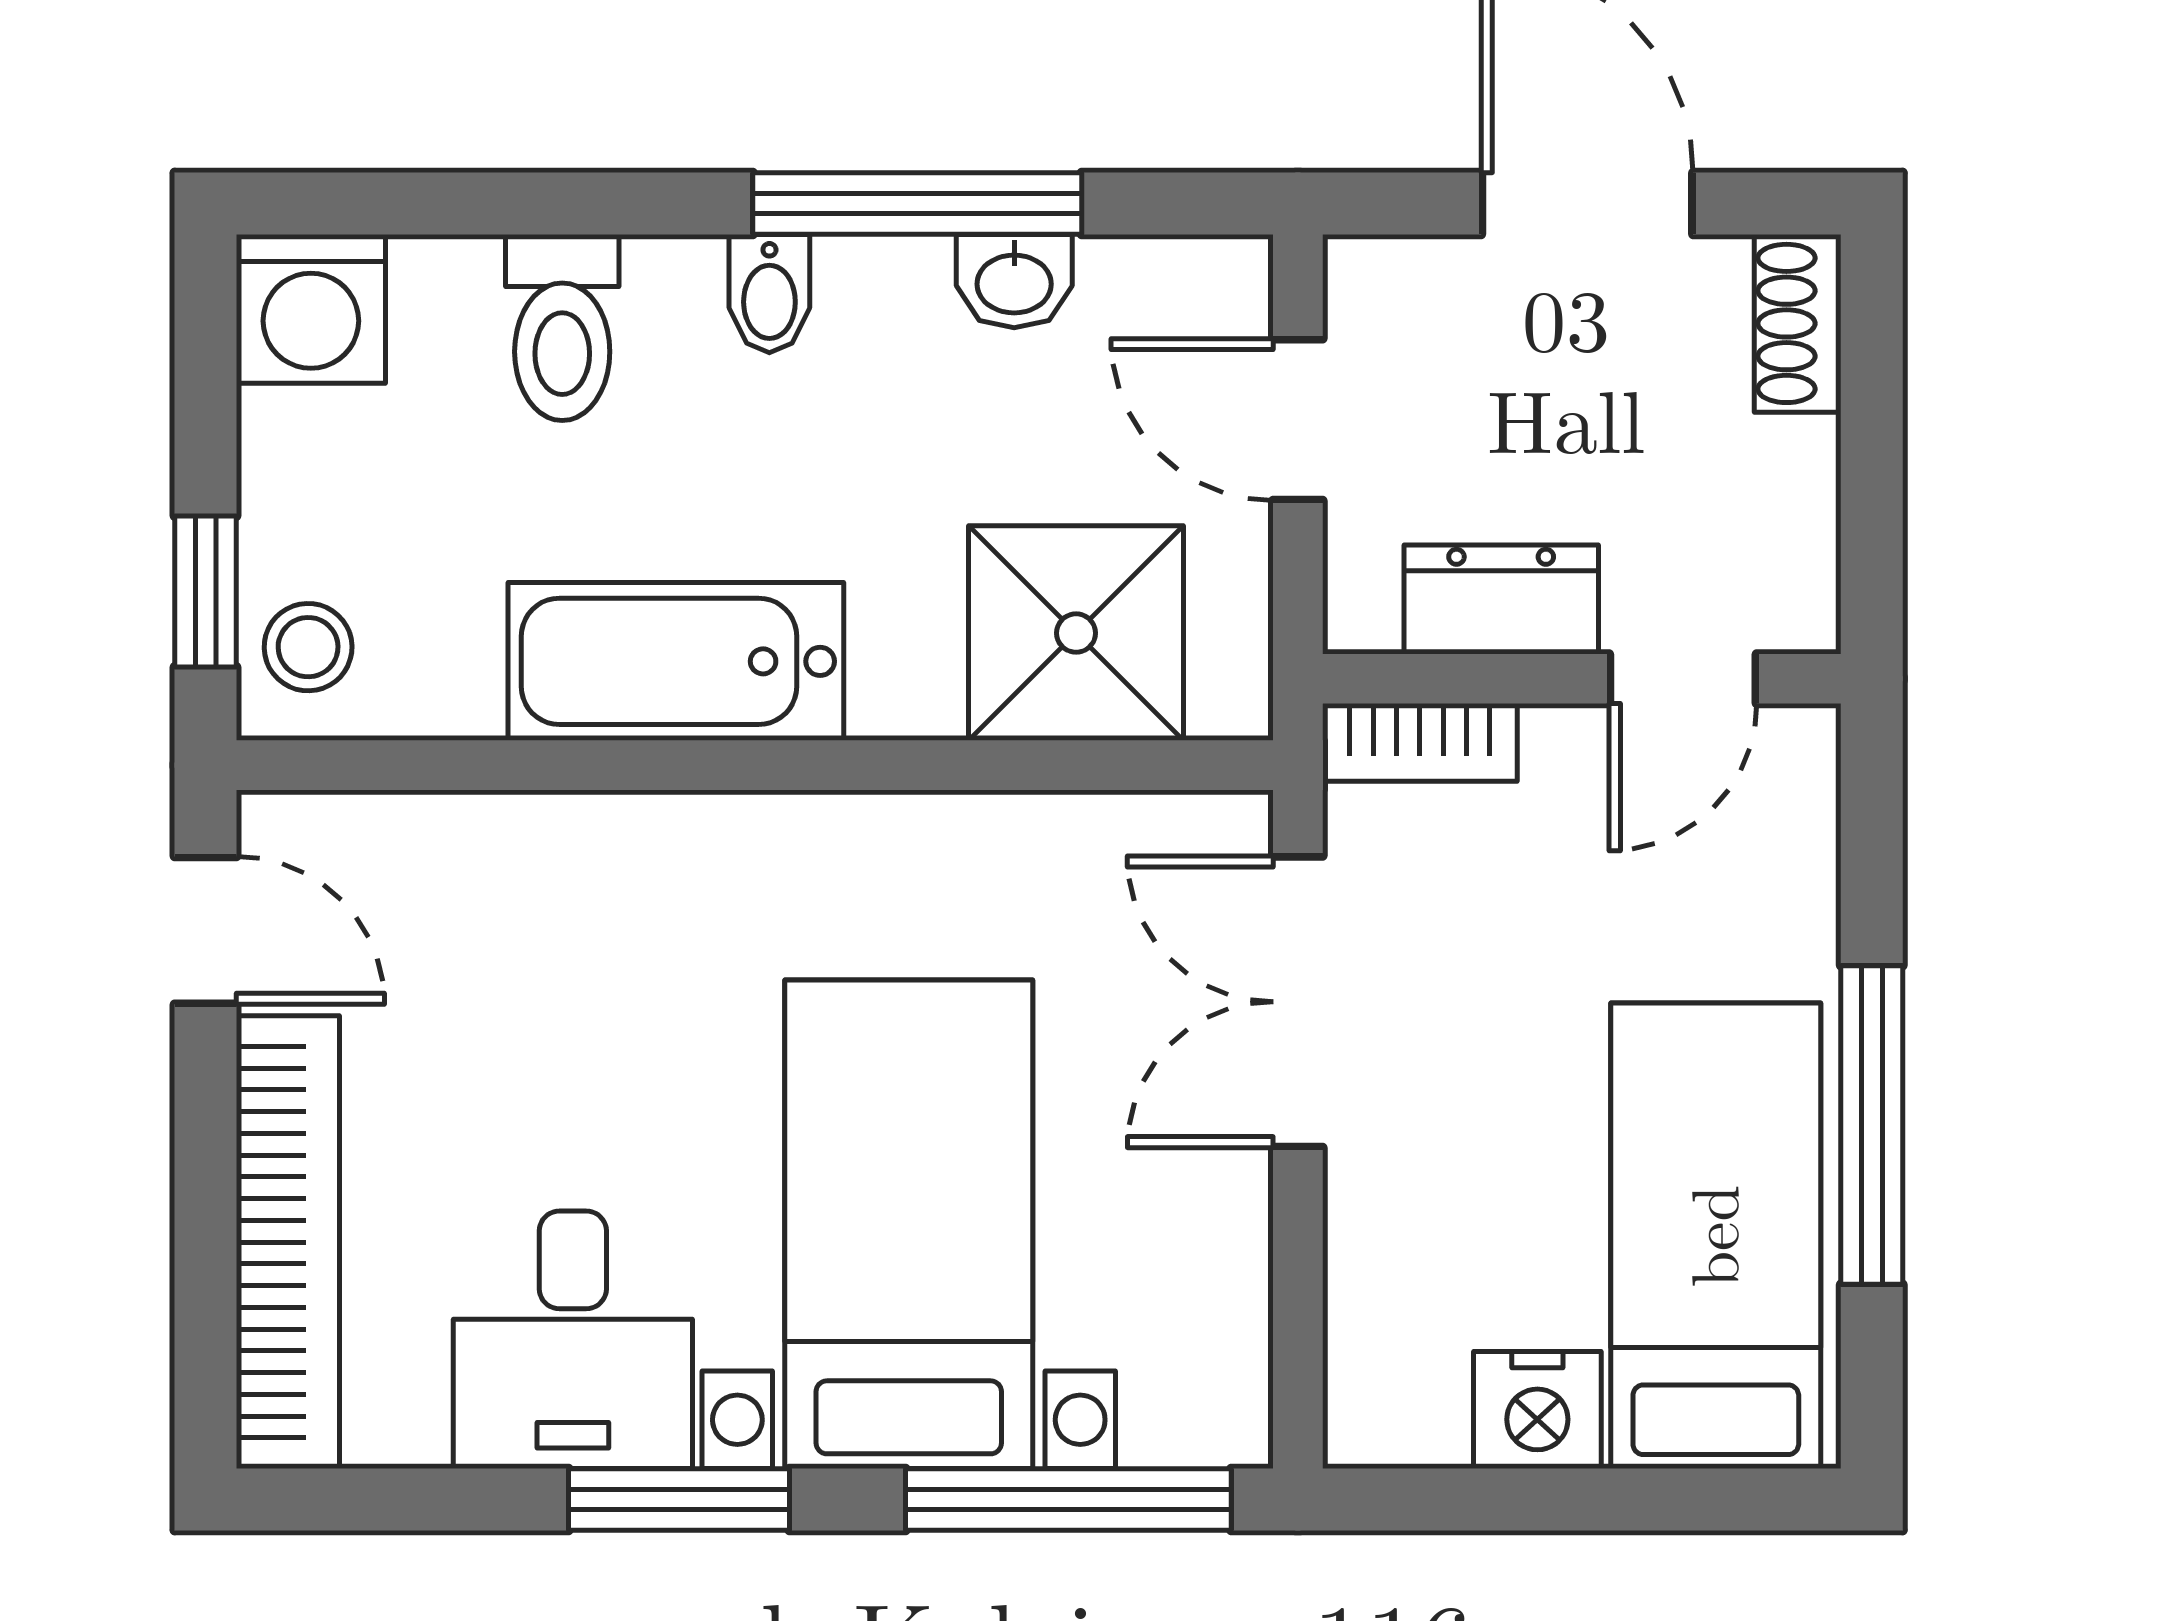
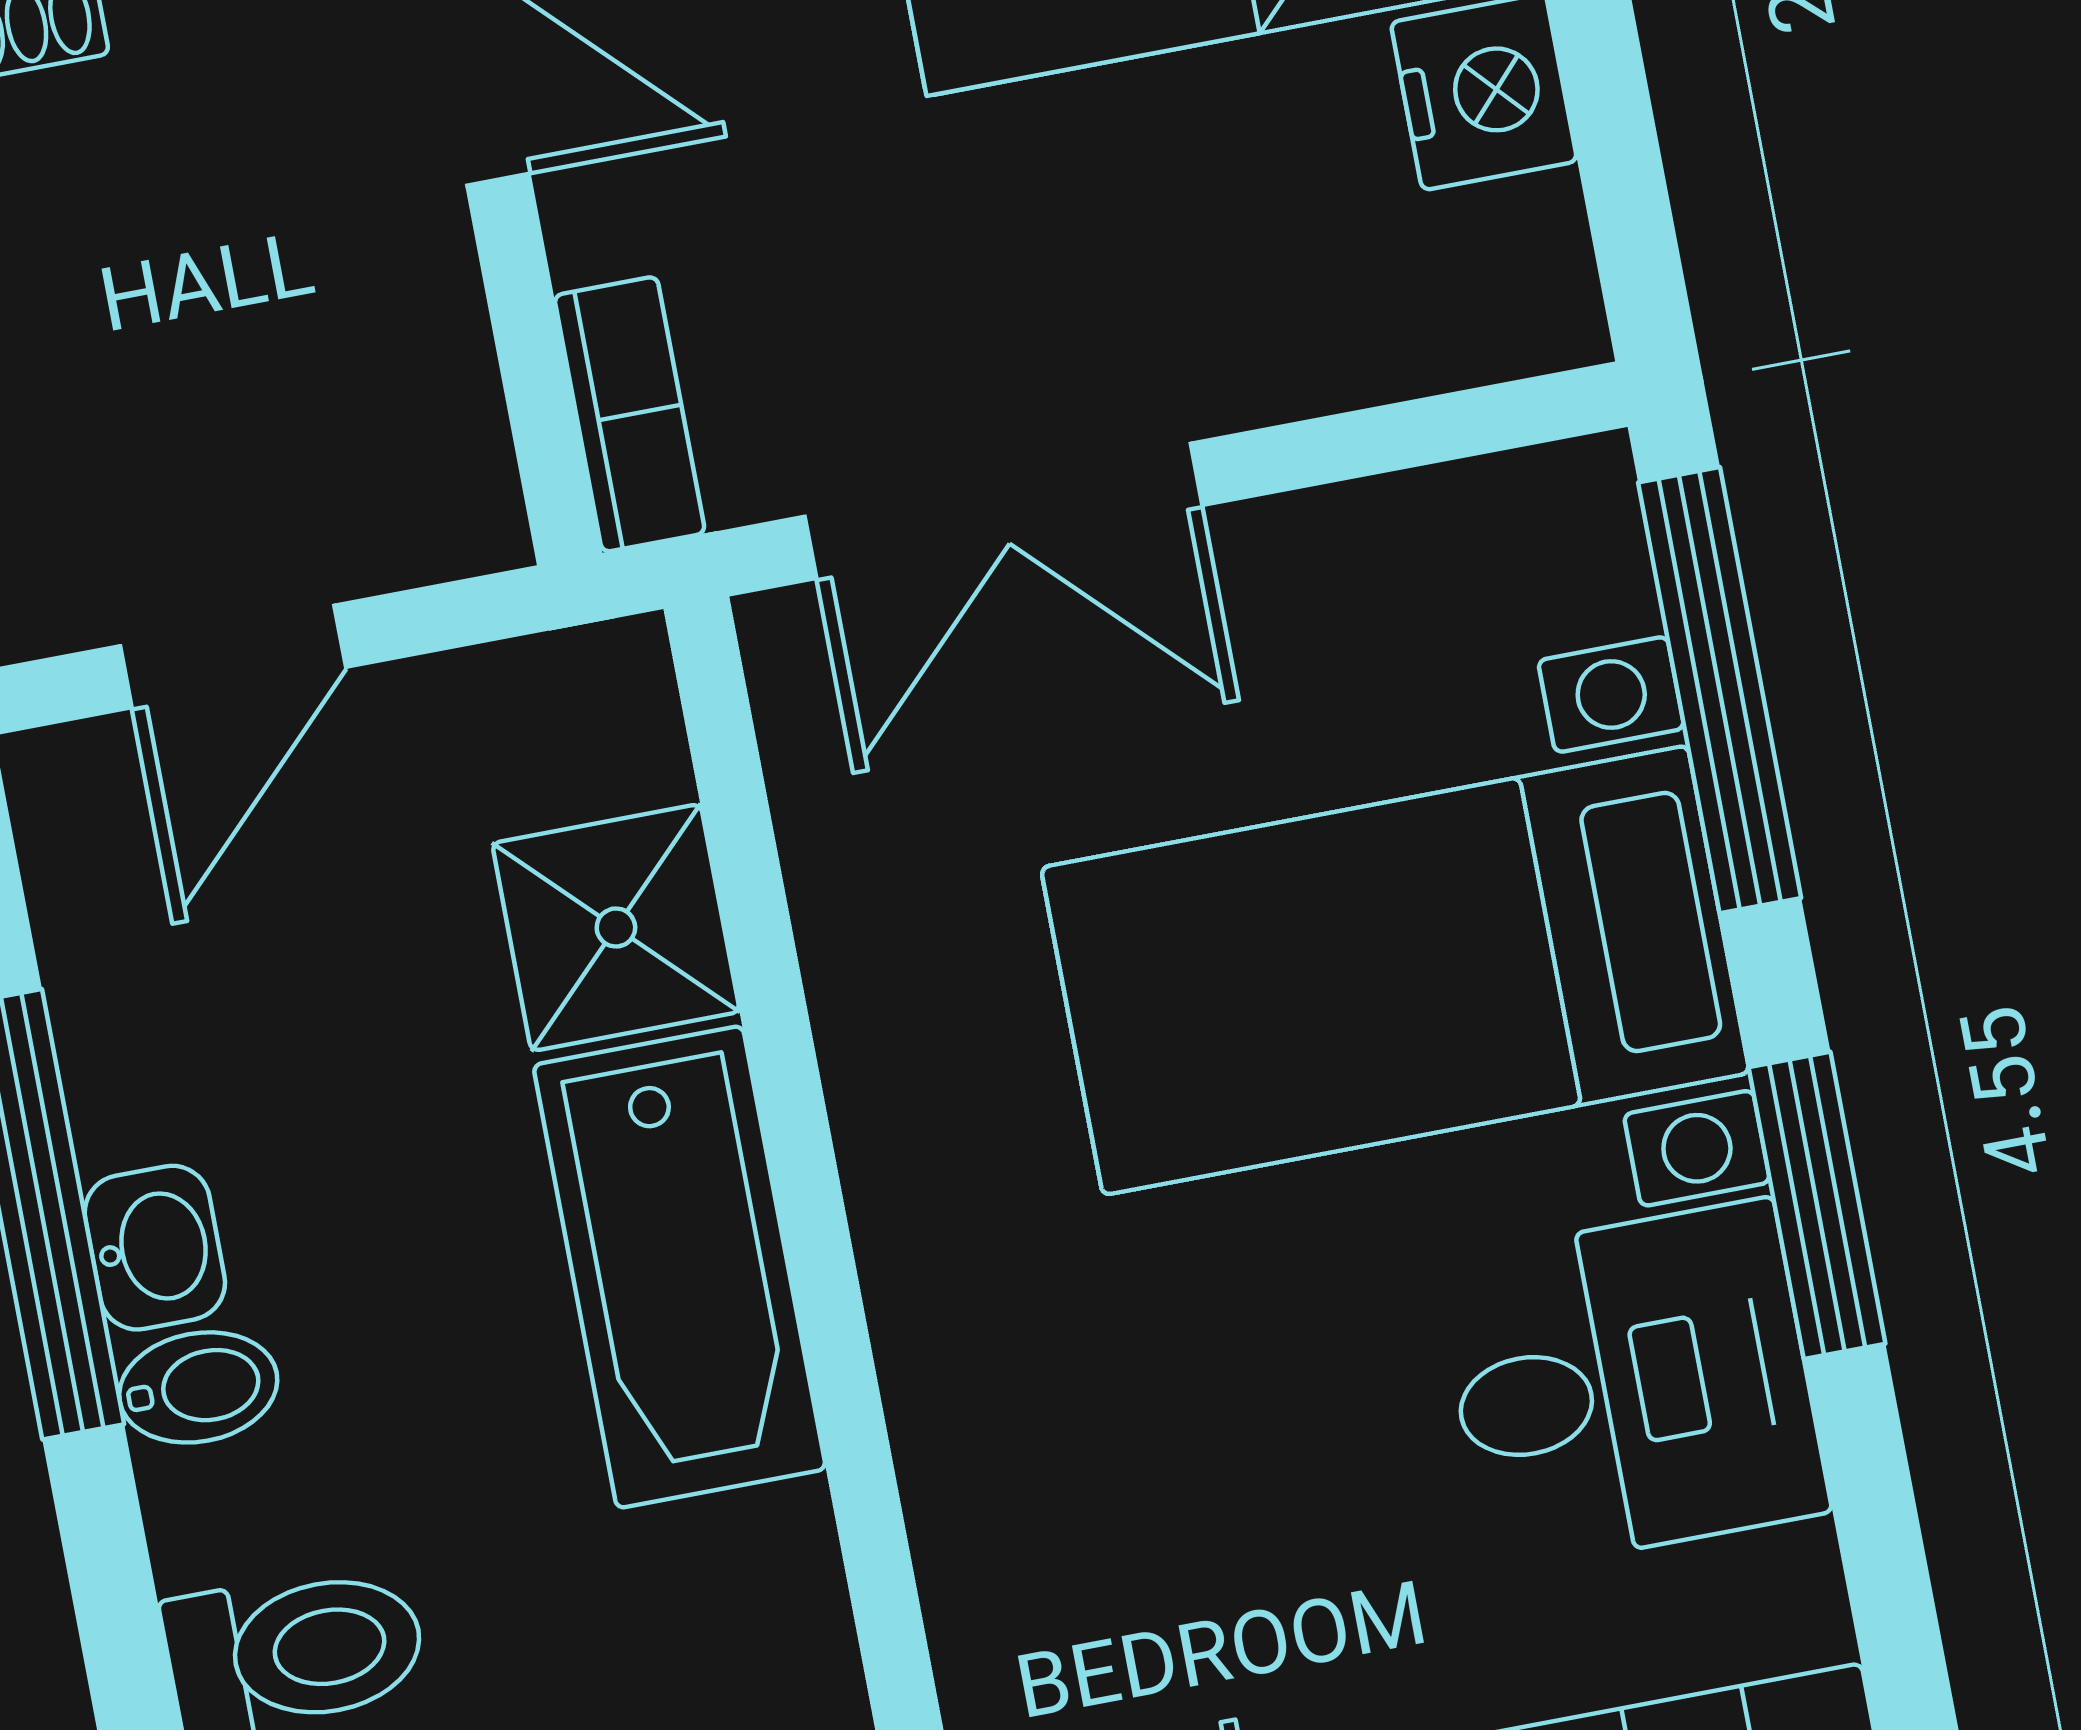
washbasin: (1014, 281) -> (155, 1248), moved
dresser: (1501, 599) -> (420, 342), removed
shower: (1076, 633) -> (616, 928), width x0.73, depth x0.73
bathtub: (676, 661) -> (680, 1267), moved

